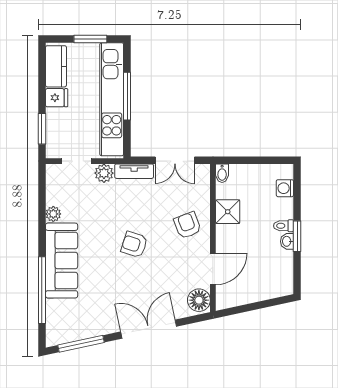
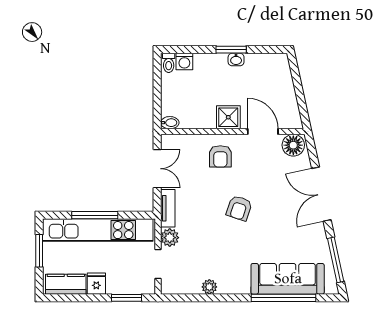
shower: (228, 212) -> (228, 117), moved
armchair: (187, 225) -> (220, 156), turned -69
toilet: (284, 226) -> (169, 63), moved
sofa: (62, 261) -> (288, 279), moved

